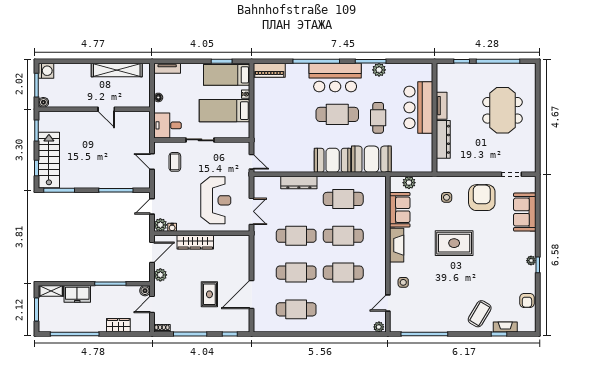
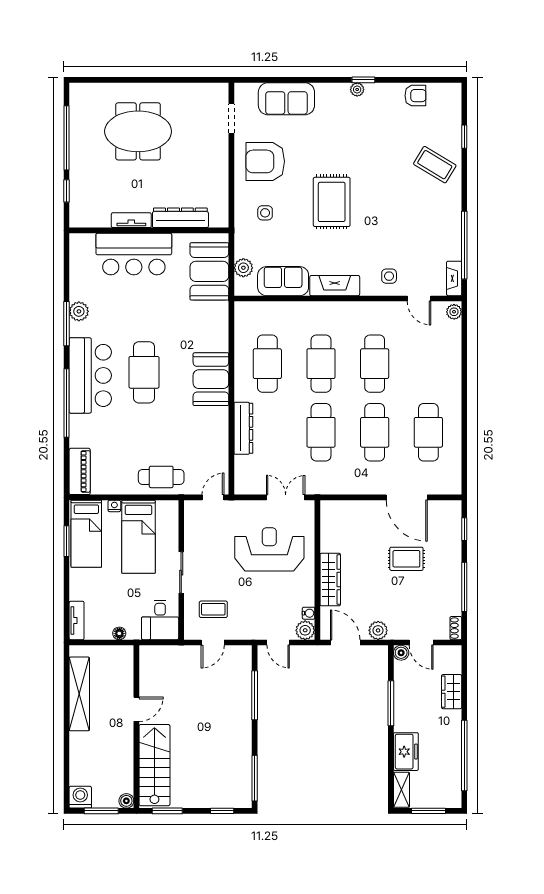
cafe table: (378, 118) -> (161, 477), moved
booth: (371, 159) -> (209, 271), moved
stairs: (49, 160) -> (154, 765), moved, turned 90
fireplace: (505, 327) -> (454, 278), moved

